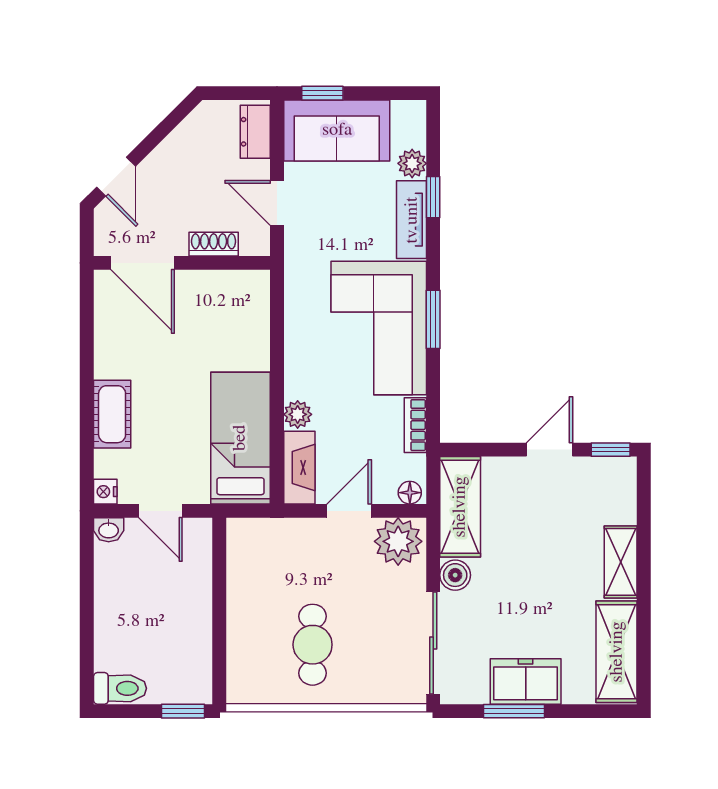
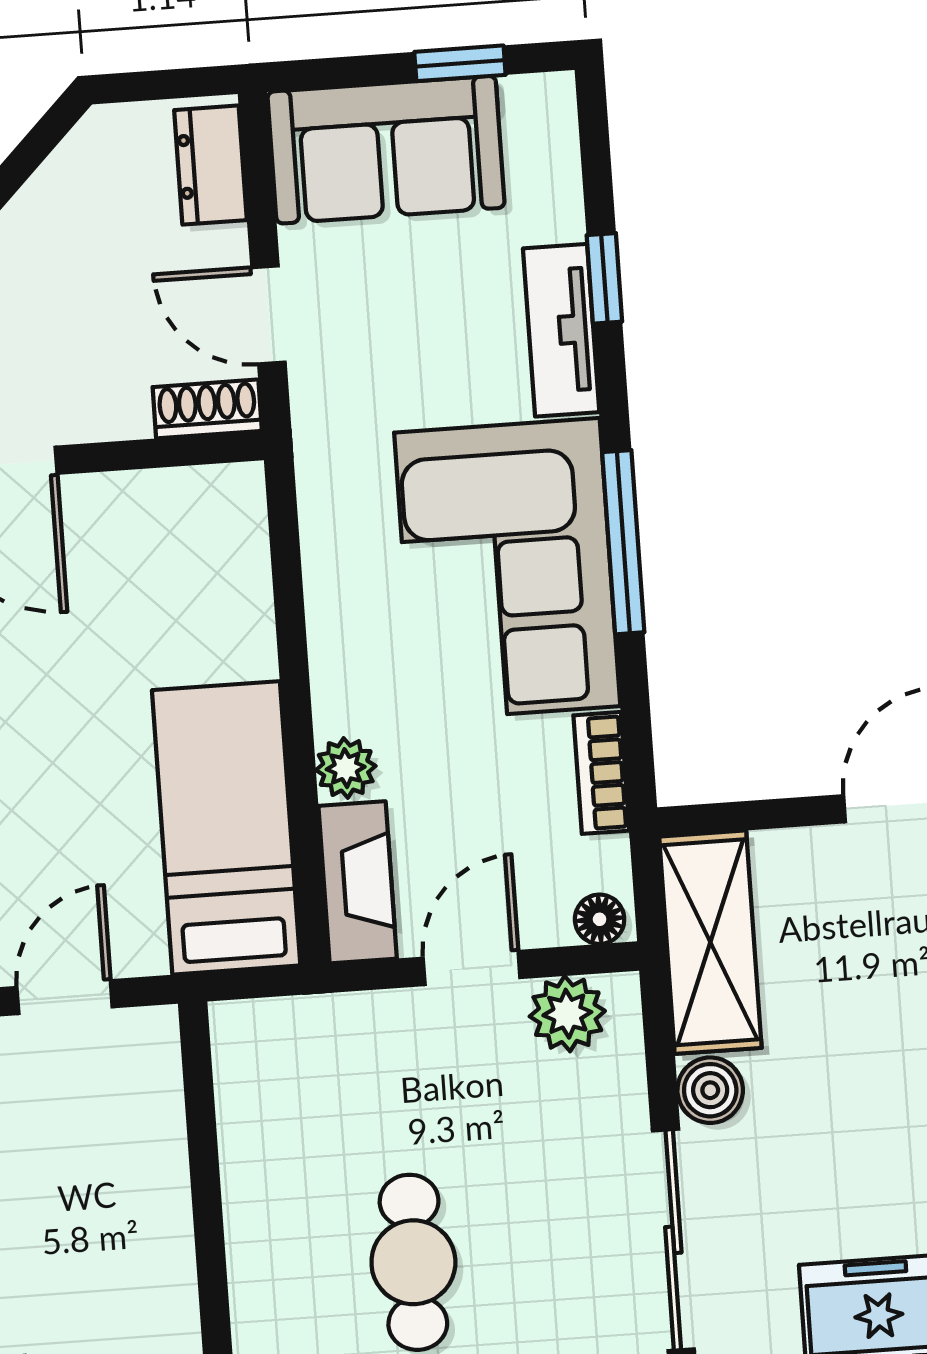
window: (322, 93) -> (460, 63), moved
plant: (412, 163) -> (554, 209), removed
shoe rack: (214, 244) -> (207, 409), moved
window: (433, 319) -> (623, 542), width x1.44
door: (160, 511) -> (65, 997), swing flipped
plant: (398, 541) -> (567, 1014), width x0.73, depth x0.73

